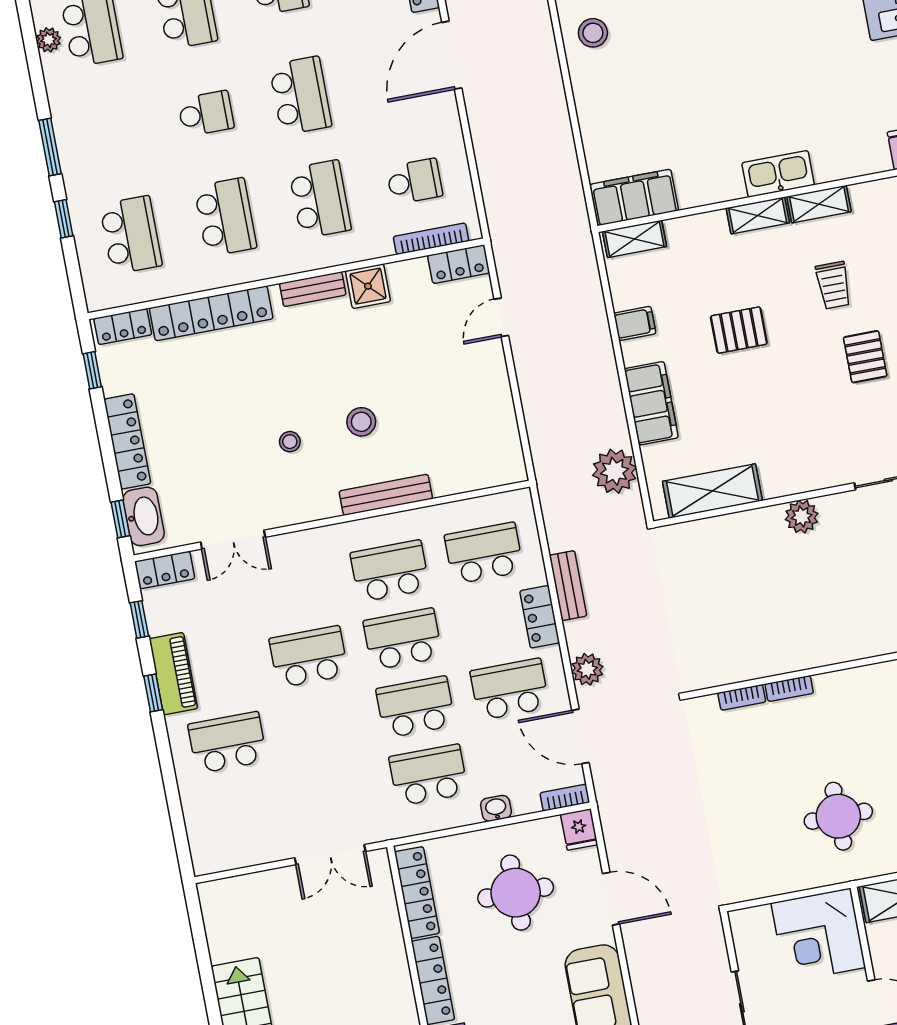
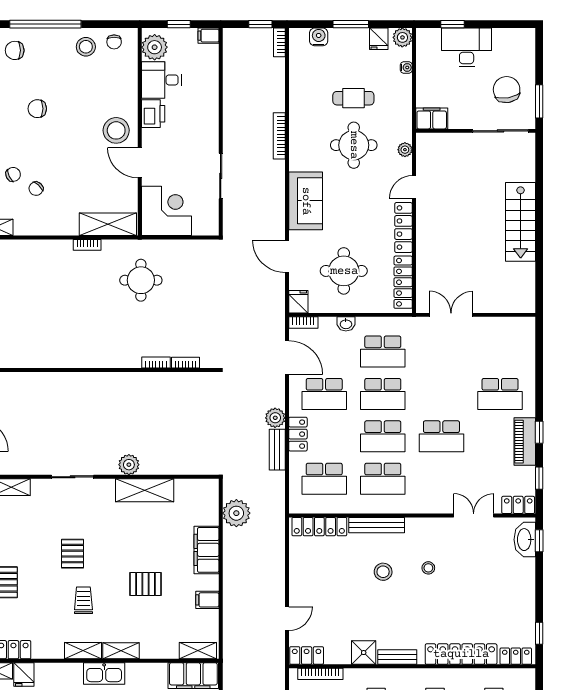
locker: (127, 441) -> (319, 527), moved, turned -90
shelving: (712, 491) -> (145, 490), moved
plant: (587, 669) -> (275, 418), moved

